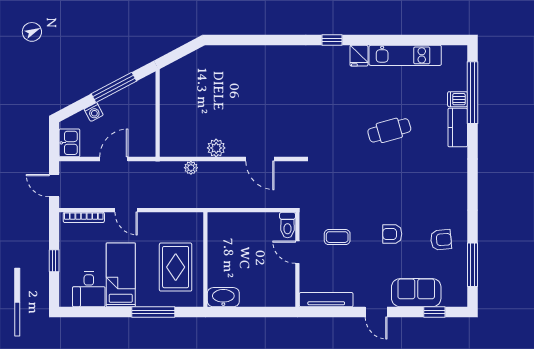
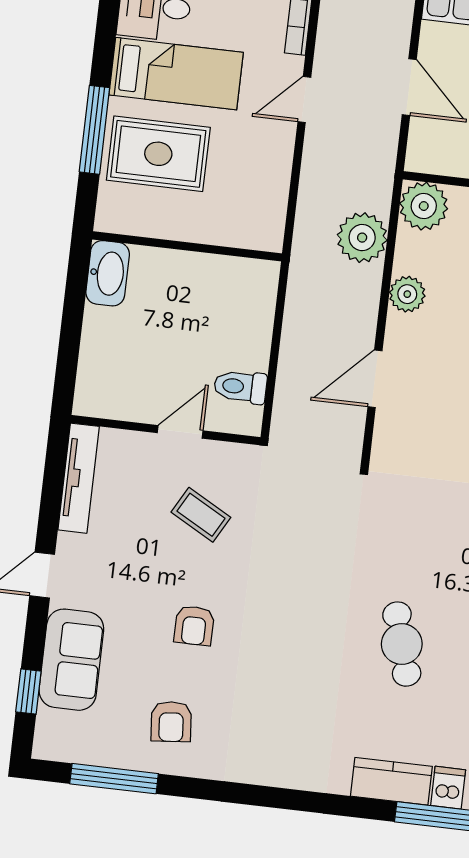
plant: (172, 145) -> (424, 206), added
plant: (191, 168) -> (362, 238), width x1.87, depth x1.87
toilet: (288, 225) -> (240, 387), moved
armchair: (392, 234) -> (194, 626), turned 180
coffee table: (337, 237) -> (201, 515), turned -61
rug: (176, 267) -> (158, 154), moved

